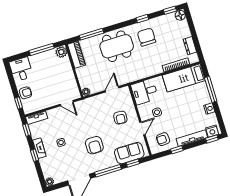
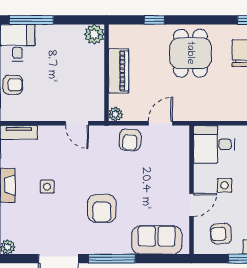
window: (92, 34) -> (154, 20), width x0.46
dining table: (117, 46) -> (190, 53), width x0.73
window: (42, 49) -> (31, 20), moved
piano: (76, 55) -> (118, 71), moved
armchair: (120, 118) -> (130, 140), moved
window: (133, 163) -> (158, 259), removed

